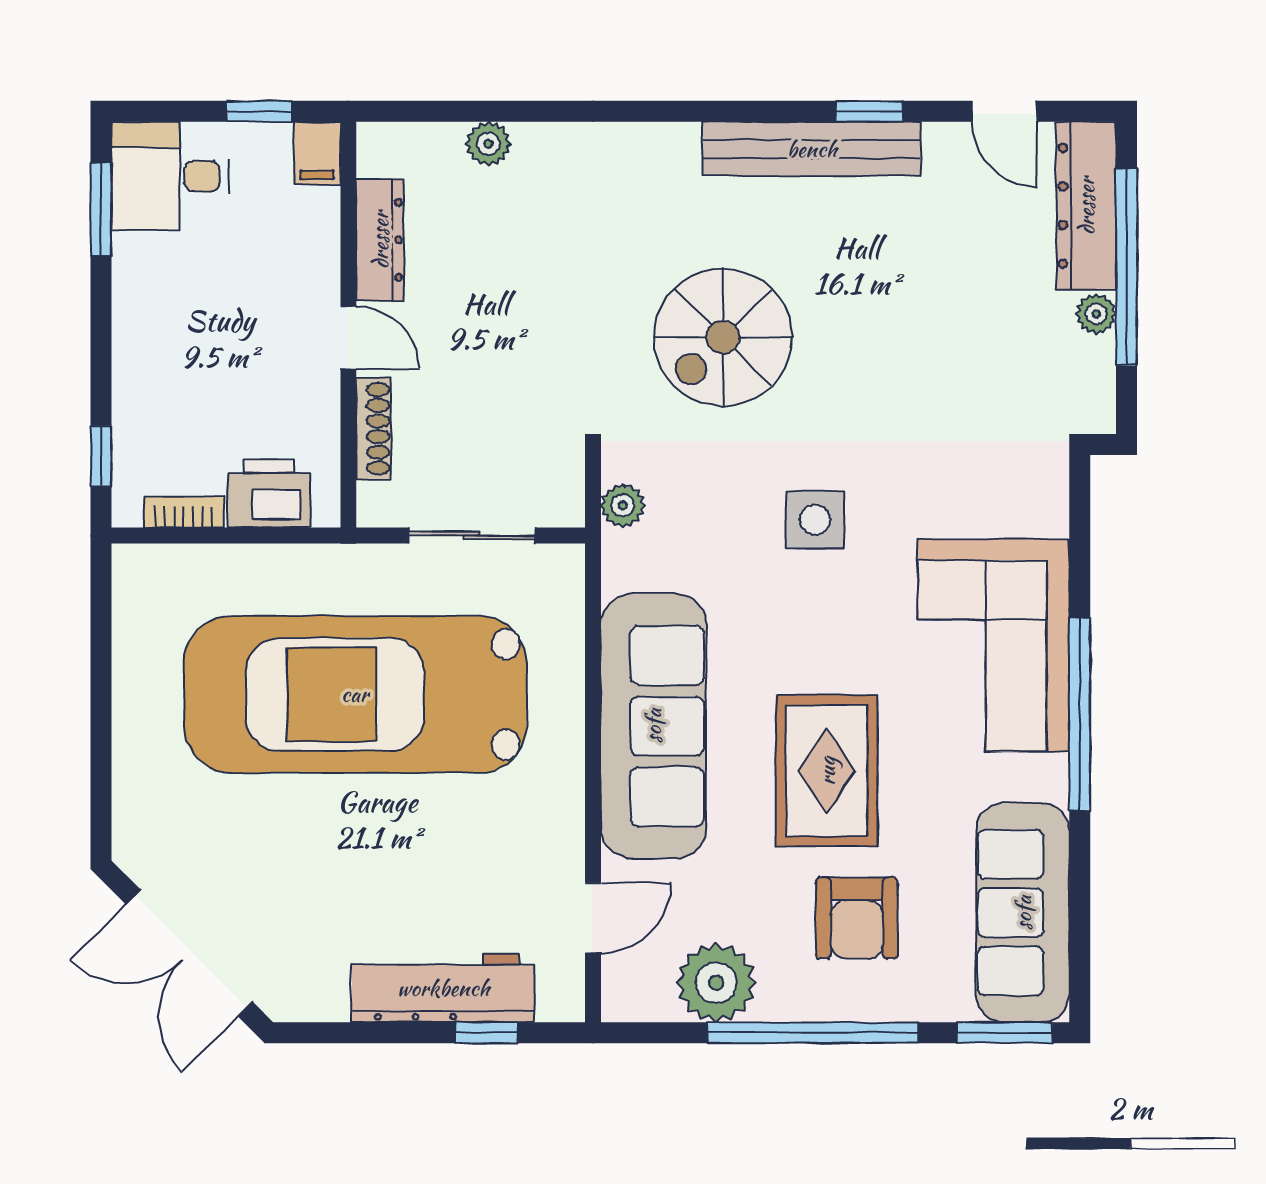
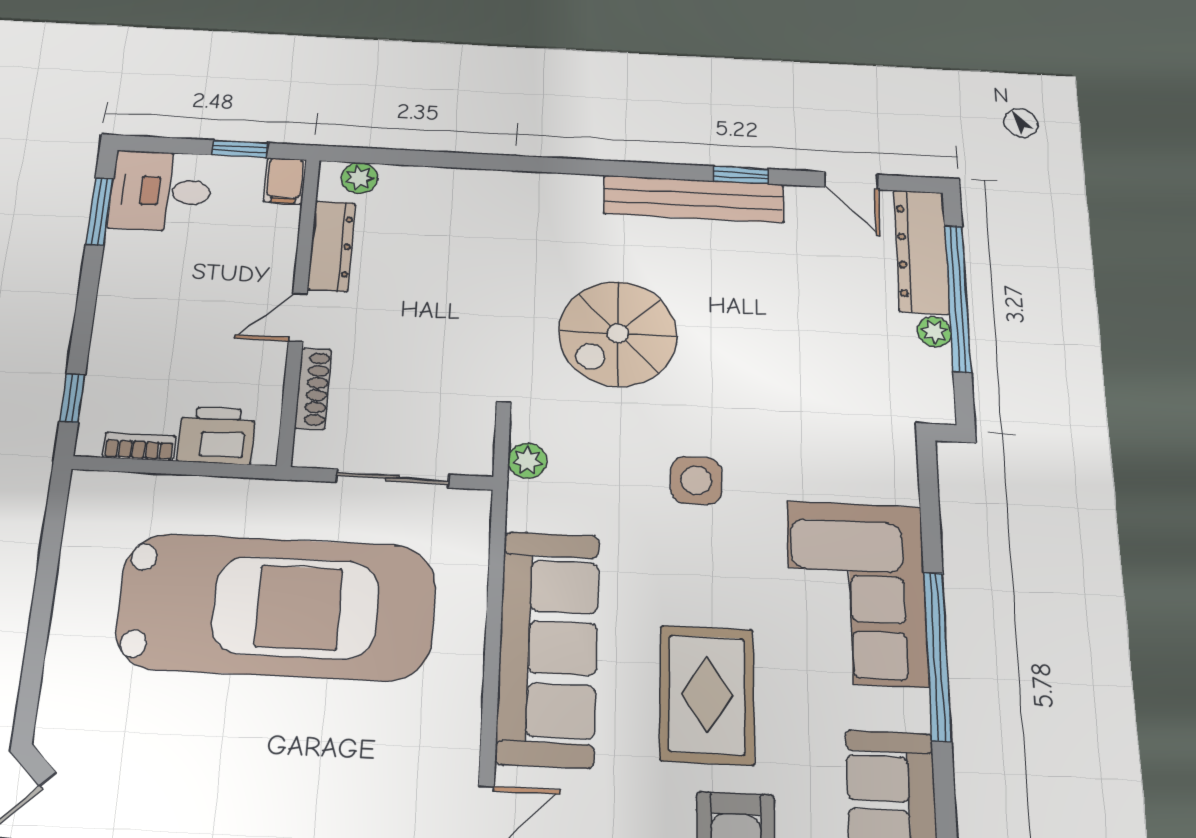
plant: (488, 144) -> (359, 178), moved
door: (348, 338) -> (298, 317), swing flipped
car: (355, 694) -> (277, 607), turned 180

